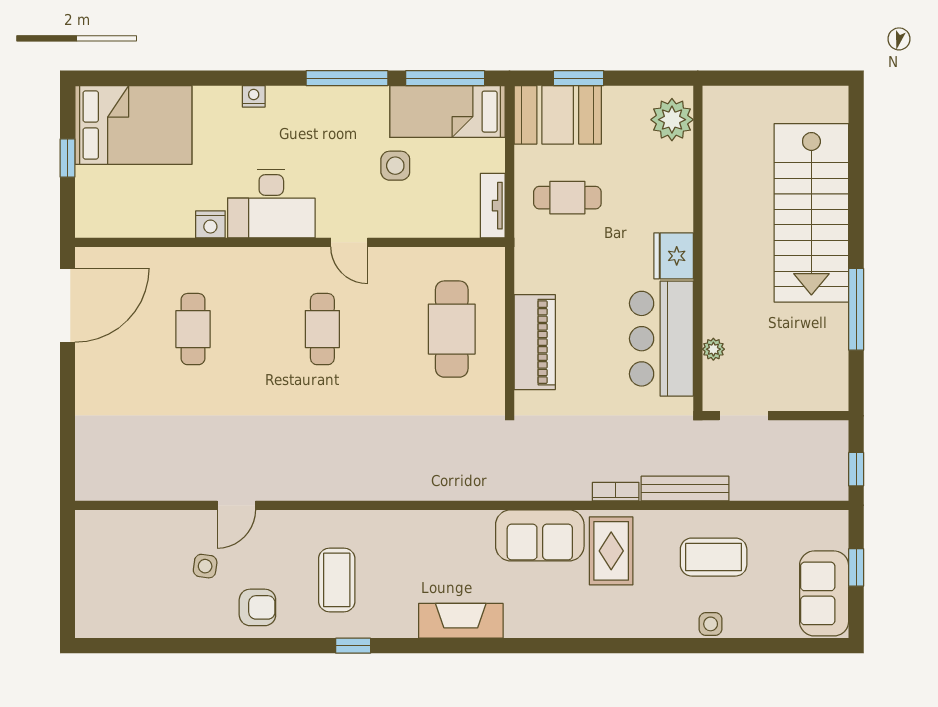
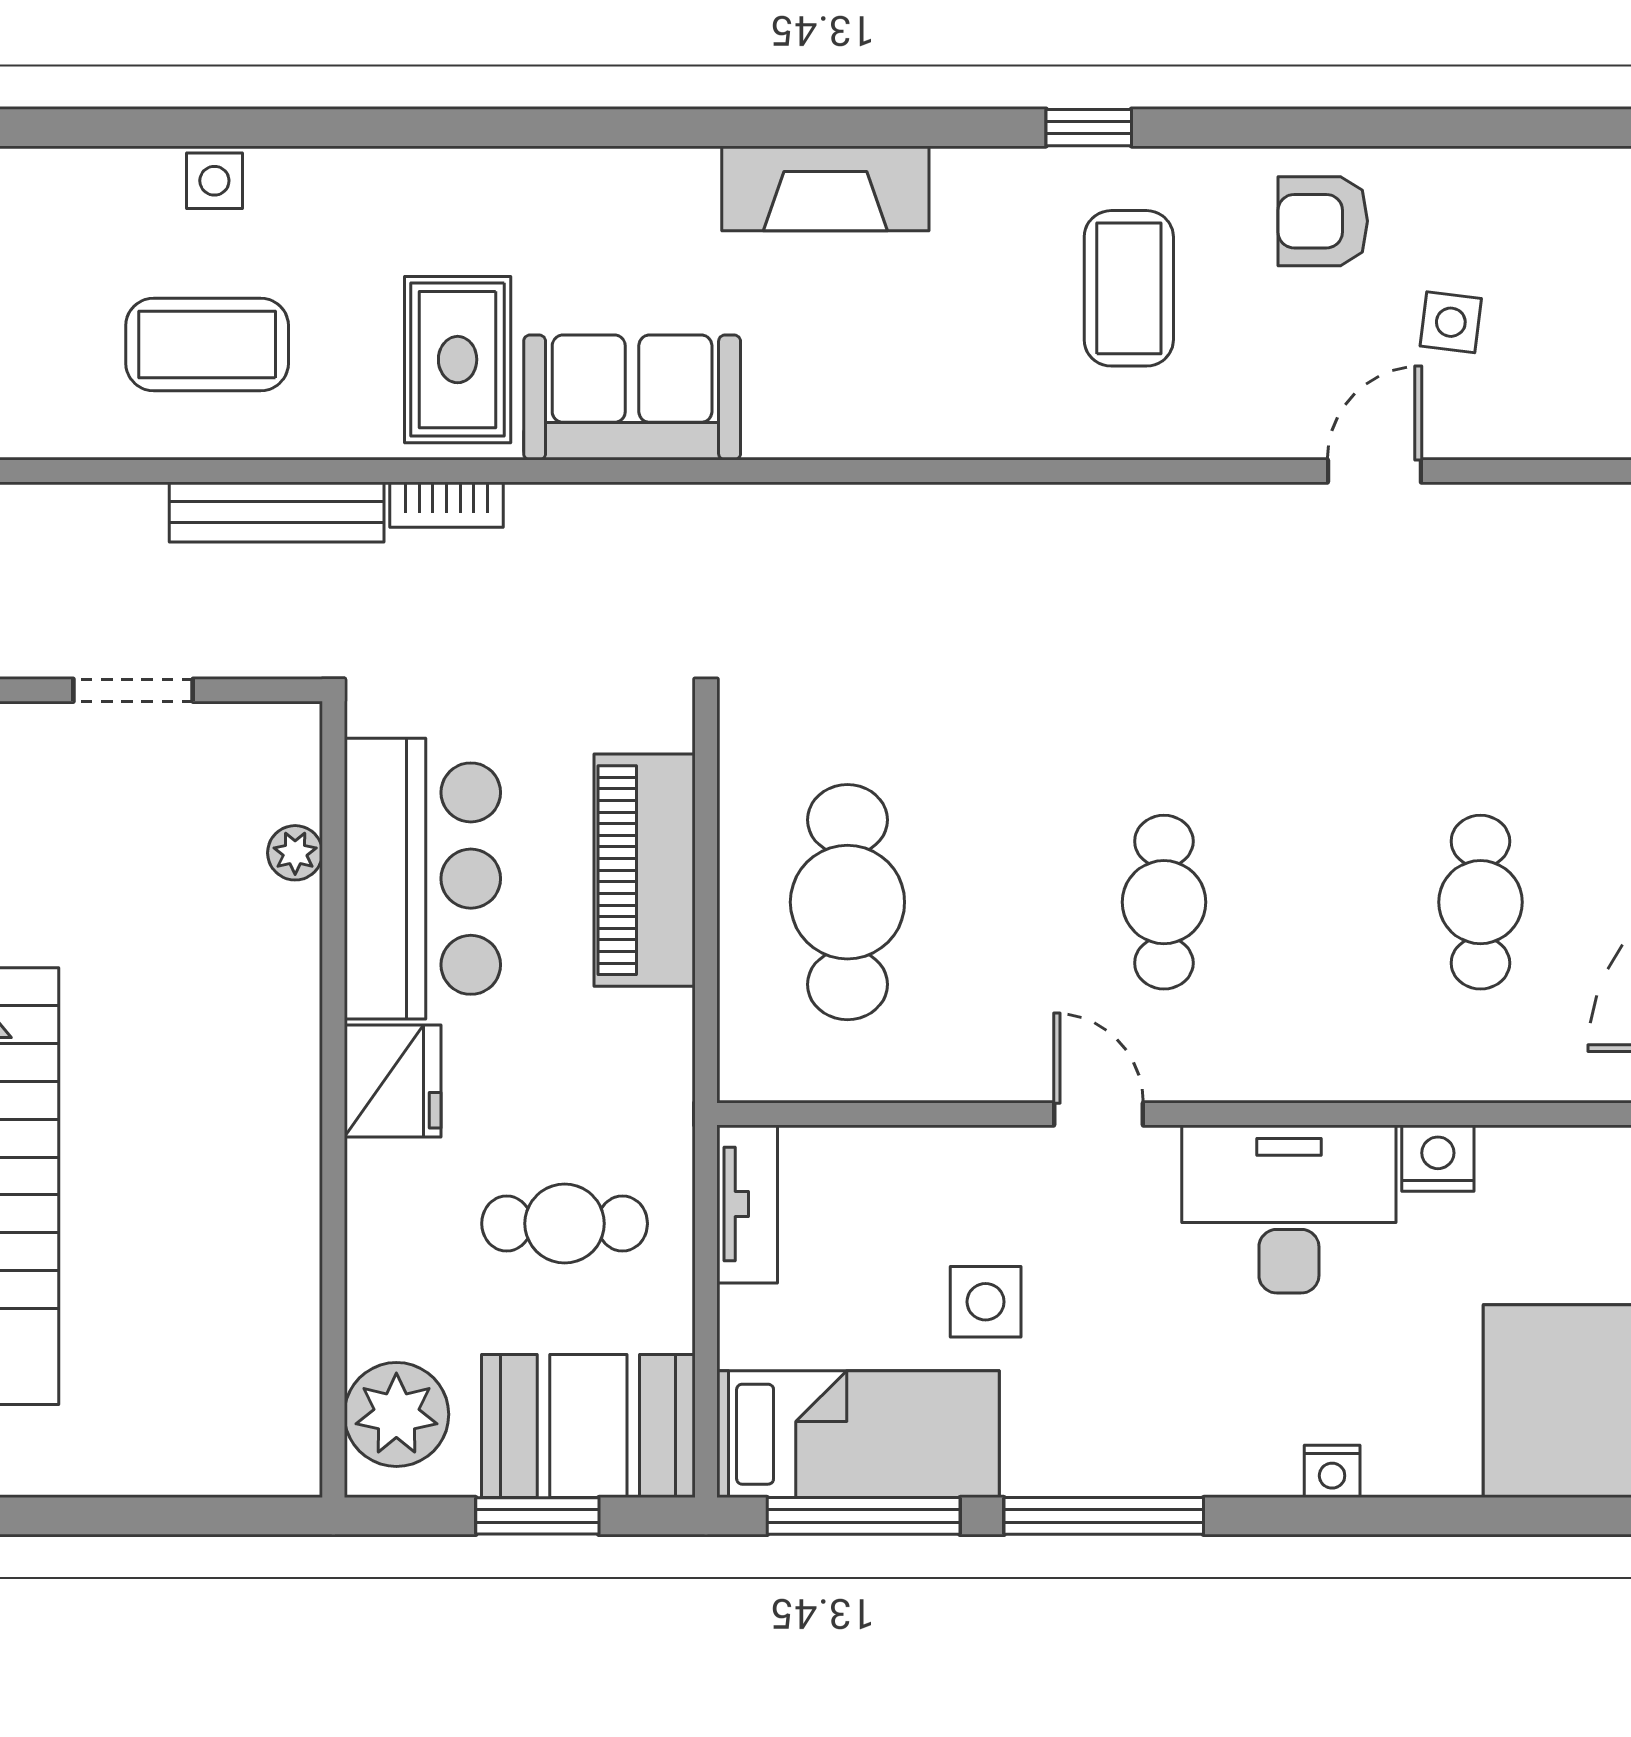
plant: (672, 120) -> (396, 1414), moved
wall: (698, 248) -> (333, 1099), moved
fridge: (674, 256) -> (393, 1081), moved
bar counter: (661, 339) -> (422, 879), moved
plant: (713, 349) -> (295, 853), moved

